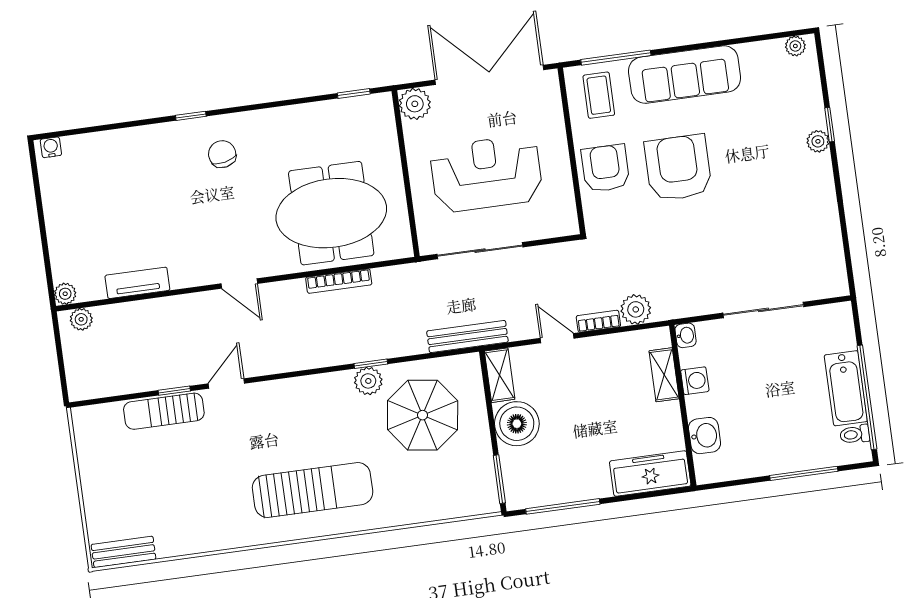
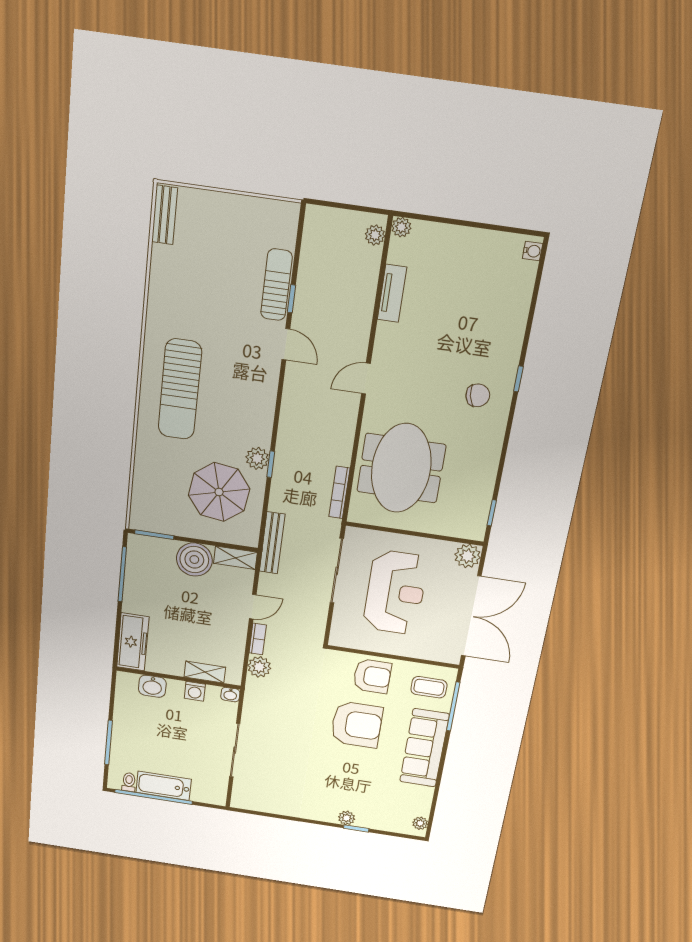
bookcase: (339, 281) -> (339, 492), moved

